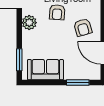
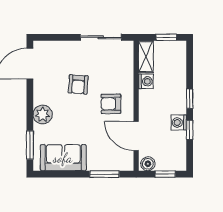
plant: (29, 23) -> (43, 114), moved
armchair: (83, 27) -> (111, 104), turned 106

